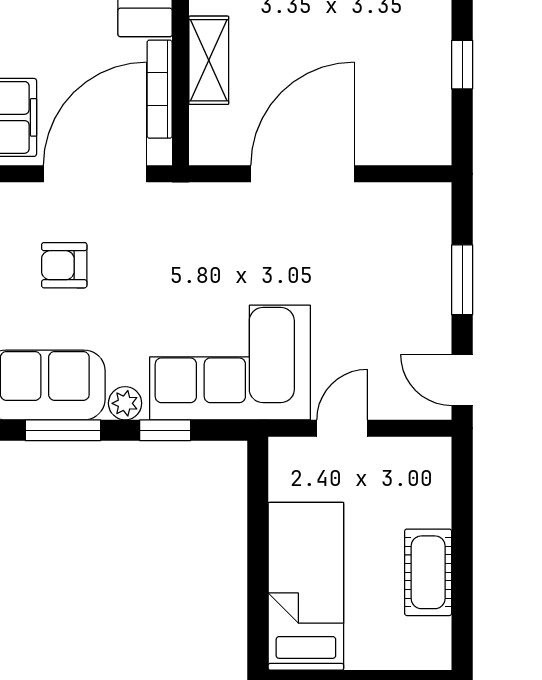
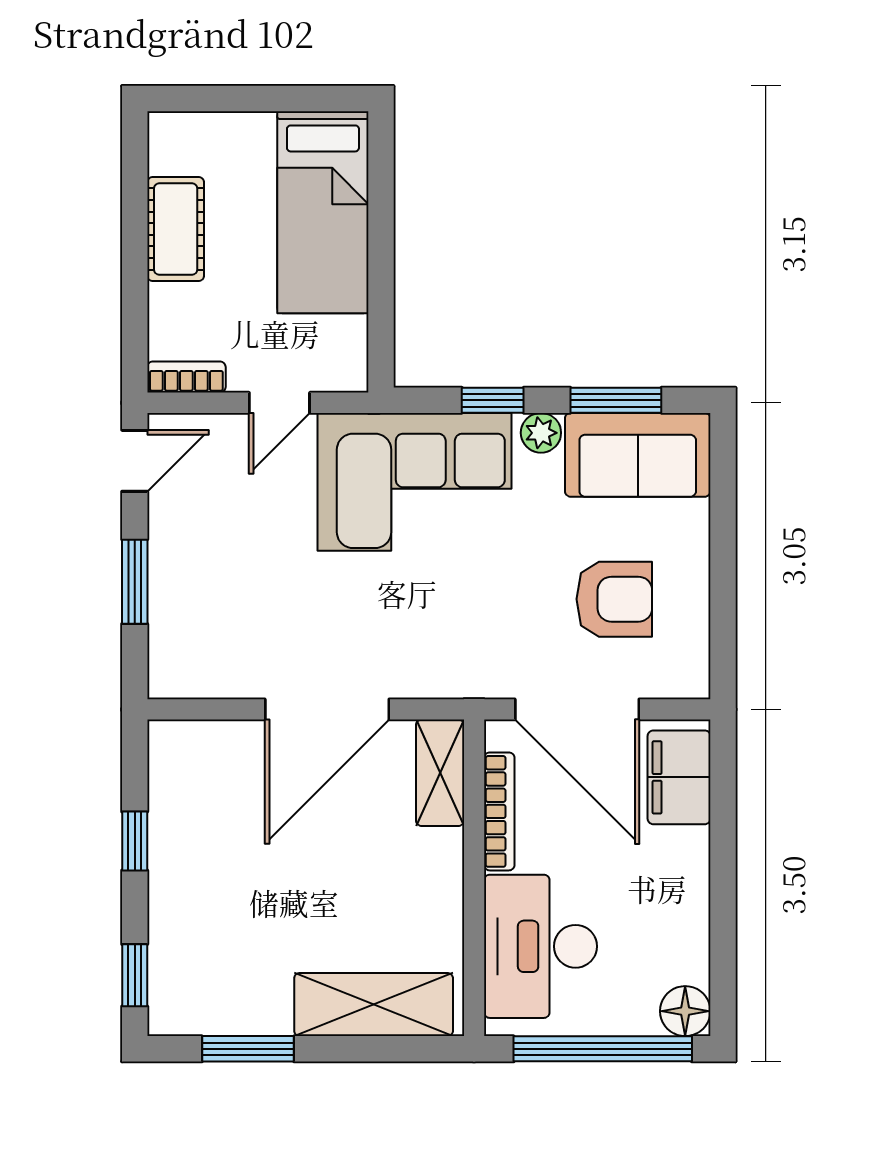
shelving: (209, 60) -> (440, 773), moved
door: (95, 174) -> (577, 709), hinge flipped
armchair: (64, 265) -> (614, 599), width x1.38, depth x1.38
door: (462, 380) -> (135, 461), hinge flipped
bookcase: (419, 450) -> (186, 377), added

